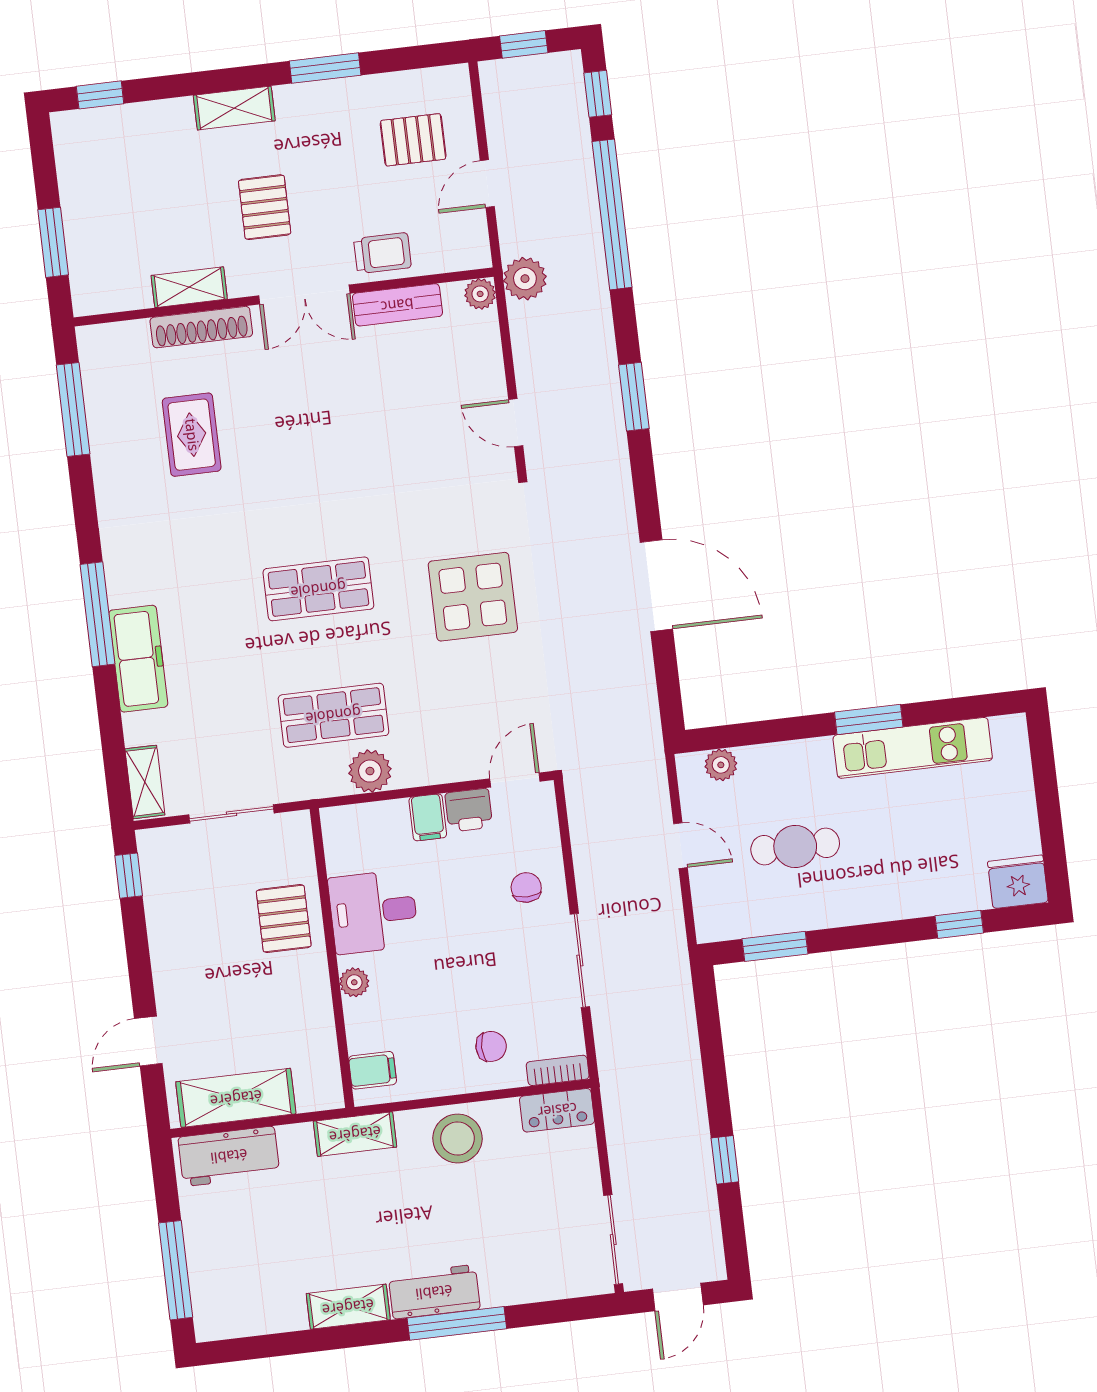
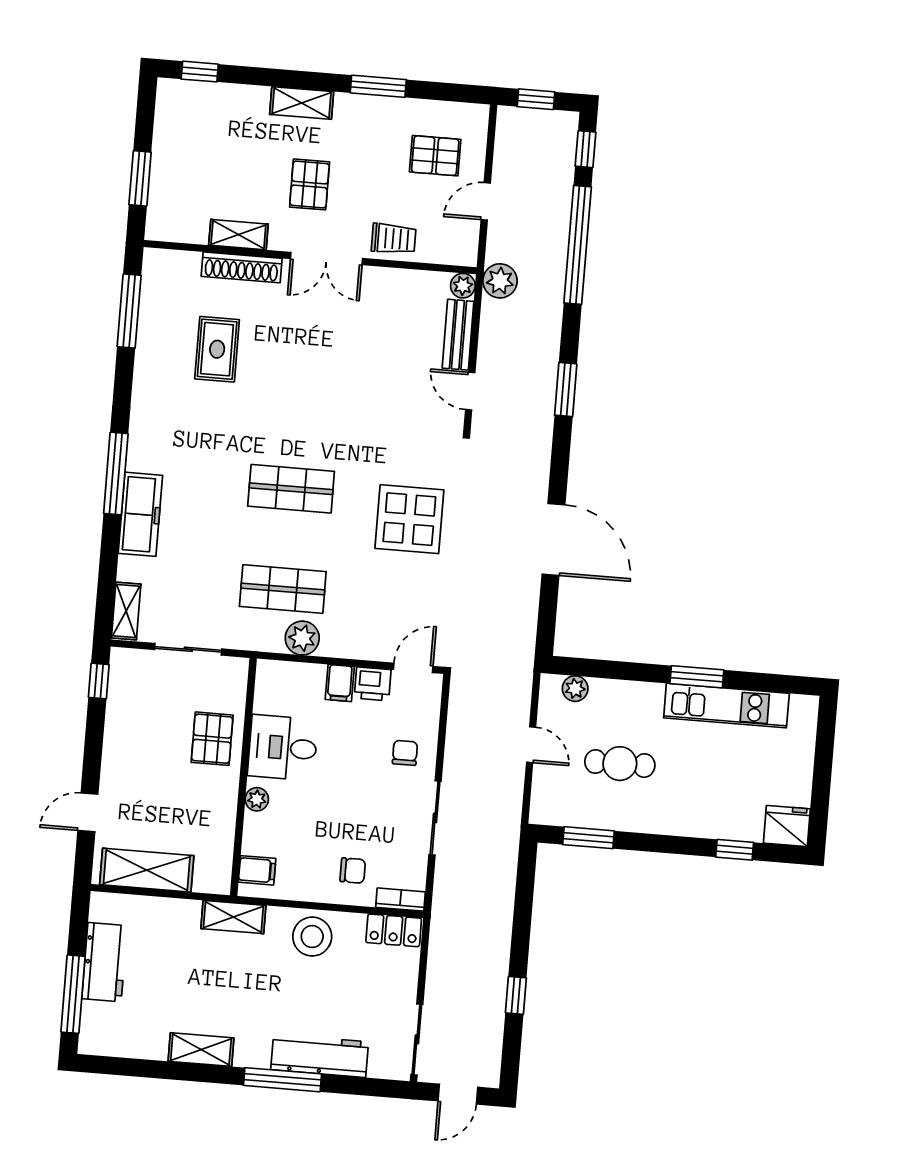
bench: (397, 305) -> (458, 335), moved, turned 90
workbench: (229, 1156) -> (105, 962), moved, turned -90
workbench: (434, 1292) -> (320, 1056), moved, width x1.38

